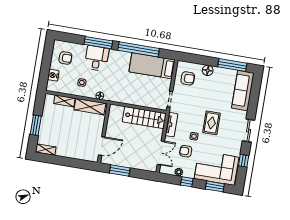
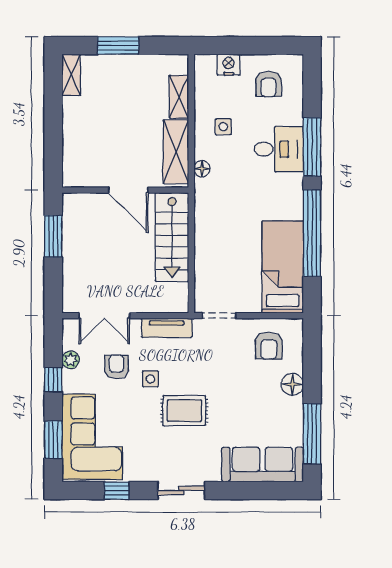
stairs: (144, 118) -> (172, 237), moved
door: (102, 146) -> (128, 190), moved

